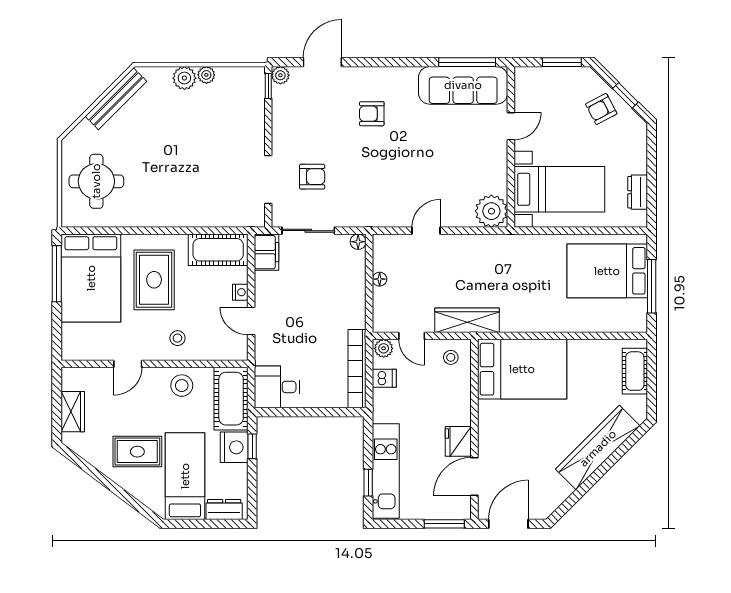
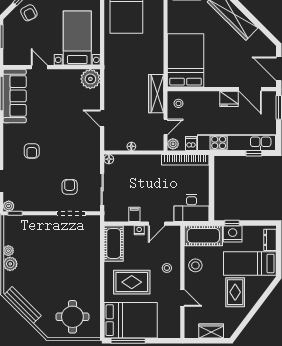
filing cabinet: (266, 252) -> (134, 214), moved, width x0.50
desk: (277, 387) -> (192, 208), width x1.37
kitchen unit: (386, 471) -> (237, 143), width x1.36

